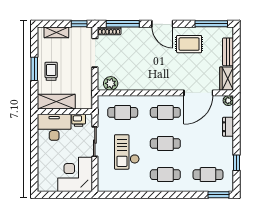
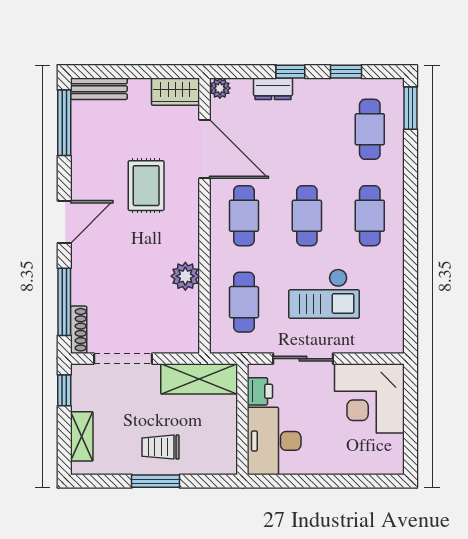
rug: (189, 44) -> (146, 186), moved
bench: (228, 52) -> (99, 89), moved
plant: (111, 83) -> (185, 276), moved
shelving: (56, 102) -> (199, 379), moved, turned 90
window: (237, 135) -> (290, 72), added

